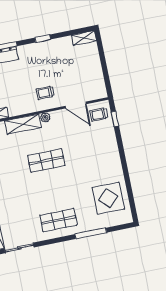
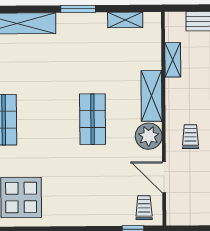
door: (76, 105) -> (164, 177), hinge flipped
plant: (45, 117) -> (149, 136), width x1.87, depth x1.87

